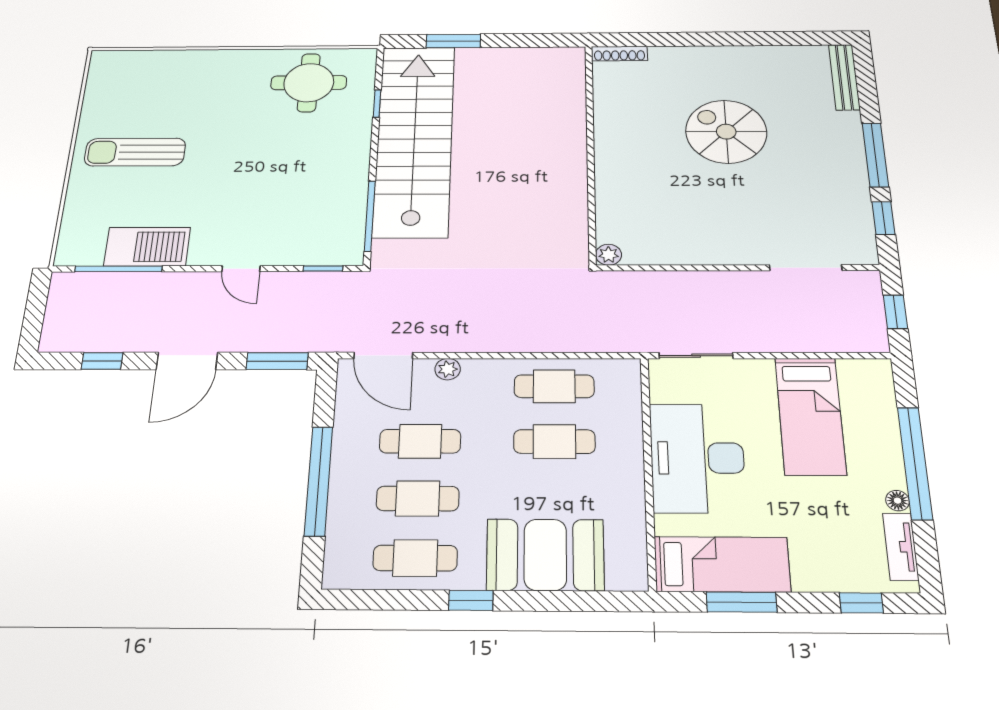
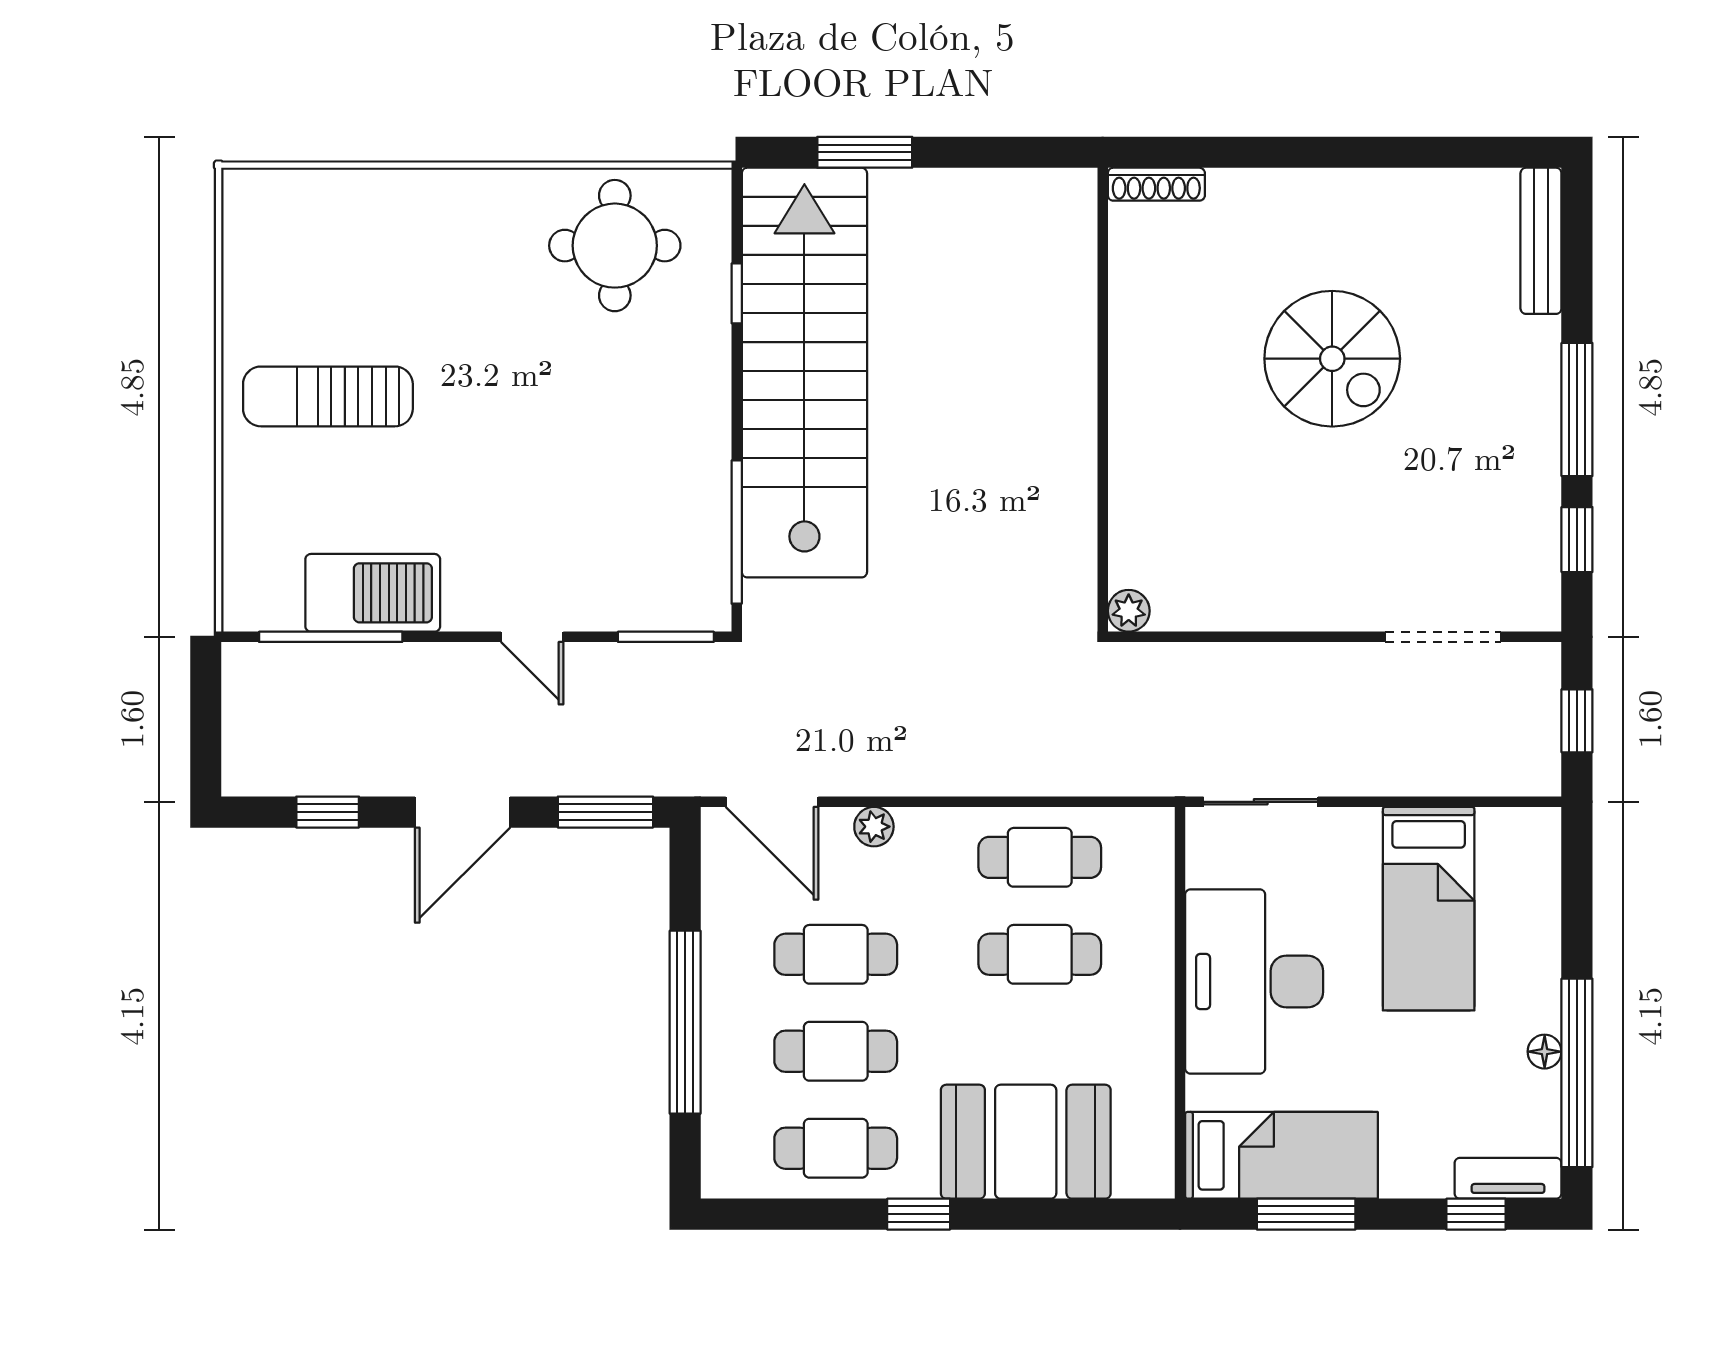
spiral stairs: (726, 132) -> (1332, 359), turned 180
window: (323, 269) -> (666, 637), width x1.50
window: (915, 463) -> (1577, 1073), moved
tv unit: (901, 547) -> (1508, 1178), moved, turned 90

